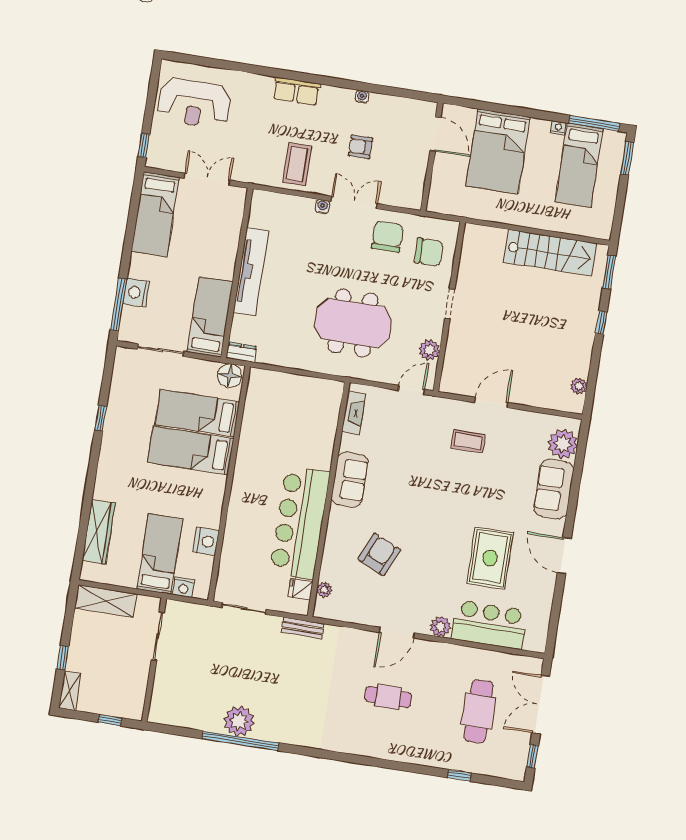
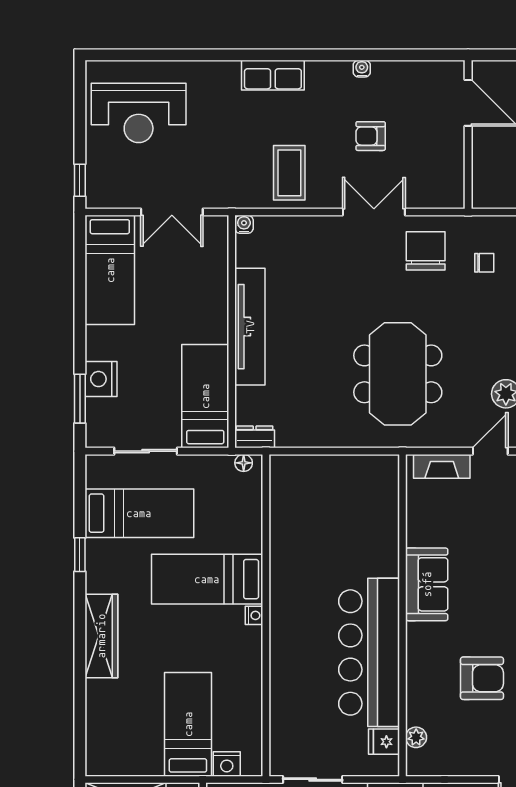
double door: (207, 179) -> (172, 212), swing flipped
water cooler: (322, 207) -> (244, 224), moved
chair: (429, 252) -> (484, 263), width x0.54, depth x0.54
window: (119, 304) -> (80, 399), width x0.69
meeting table: (353, 323) -> (398, 374), turned 90
floor lamp: (230, 376) -> (244, 463), width x0.53, depth x0.53
bed: (197, 413) -> (139, 513), moved, turned 180
fireplace: (354, 413) -> (442, 466), moved, turned 90
wardrobe: (99, 532) -> (101, 636), moved
nightstand: (206, 541) -> (254, 615), moved, width x0.53, depth x0.56
armchair: (379, 554) -> (482, 678), turned 66

